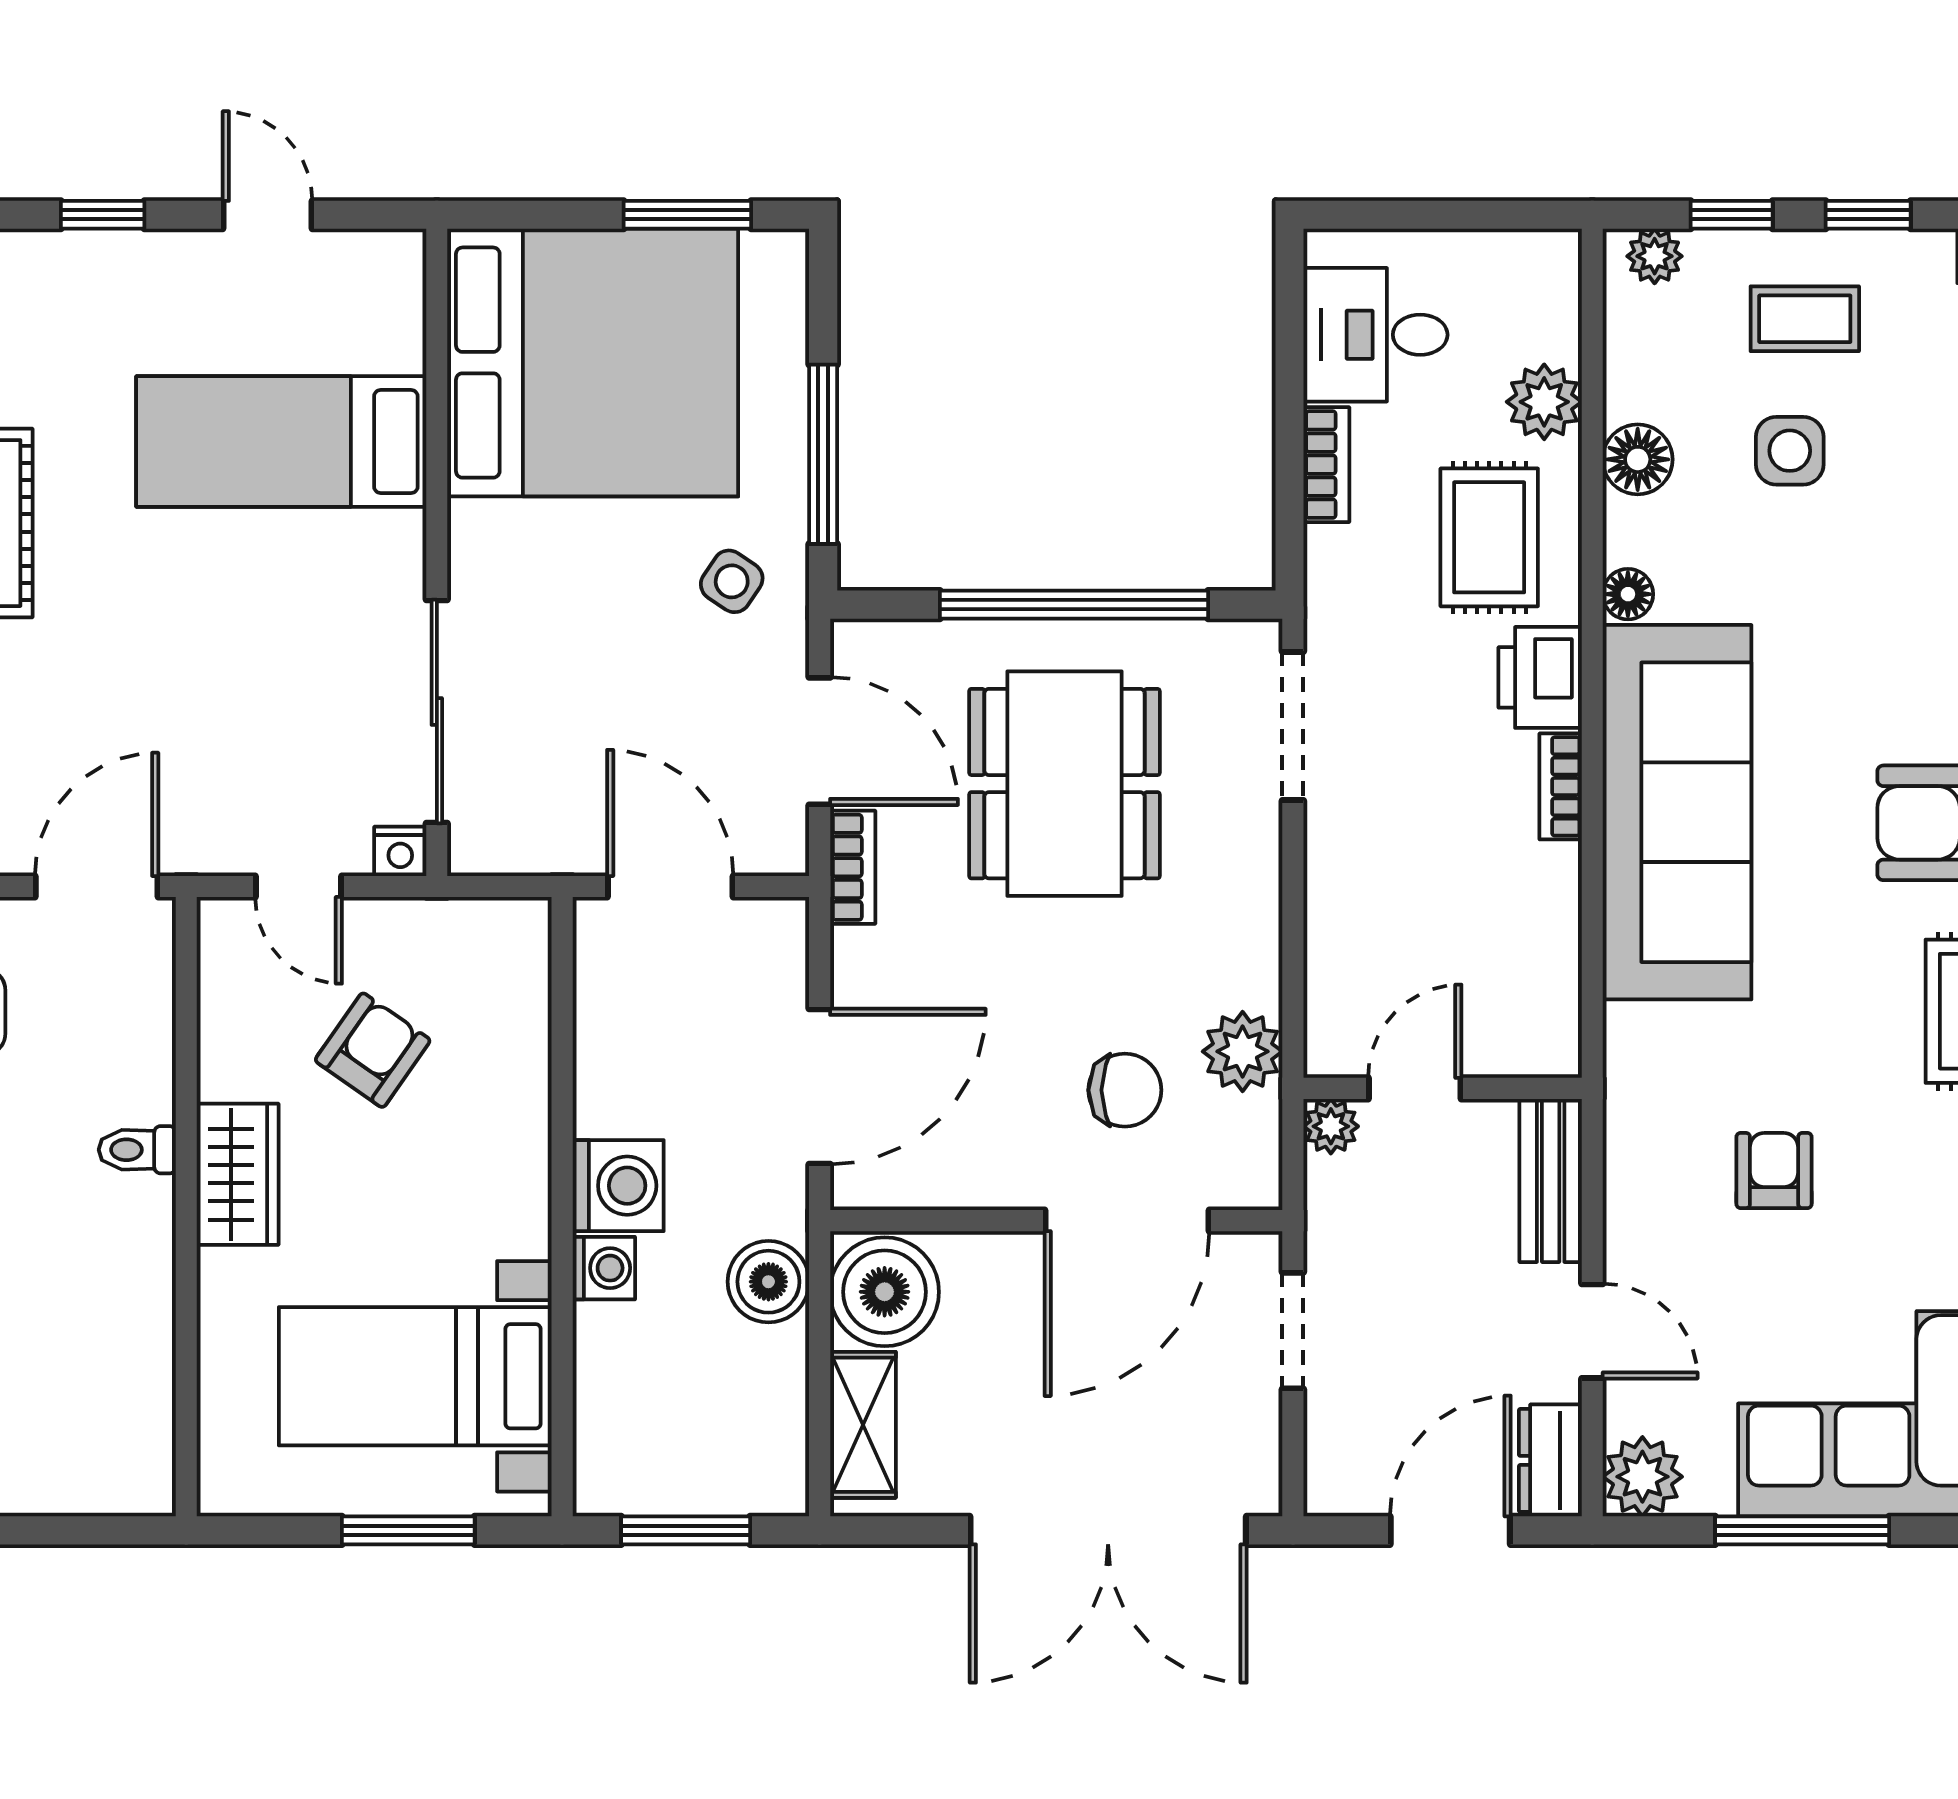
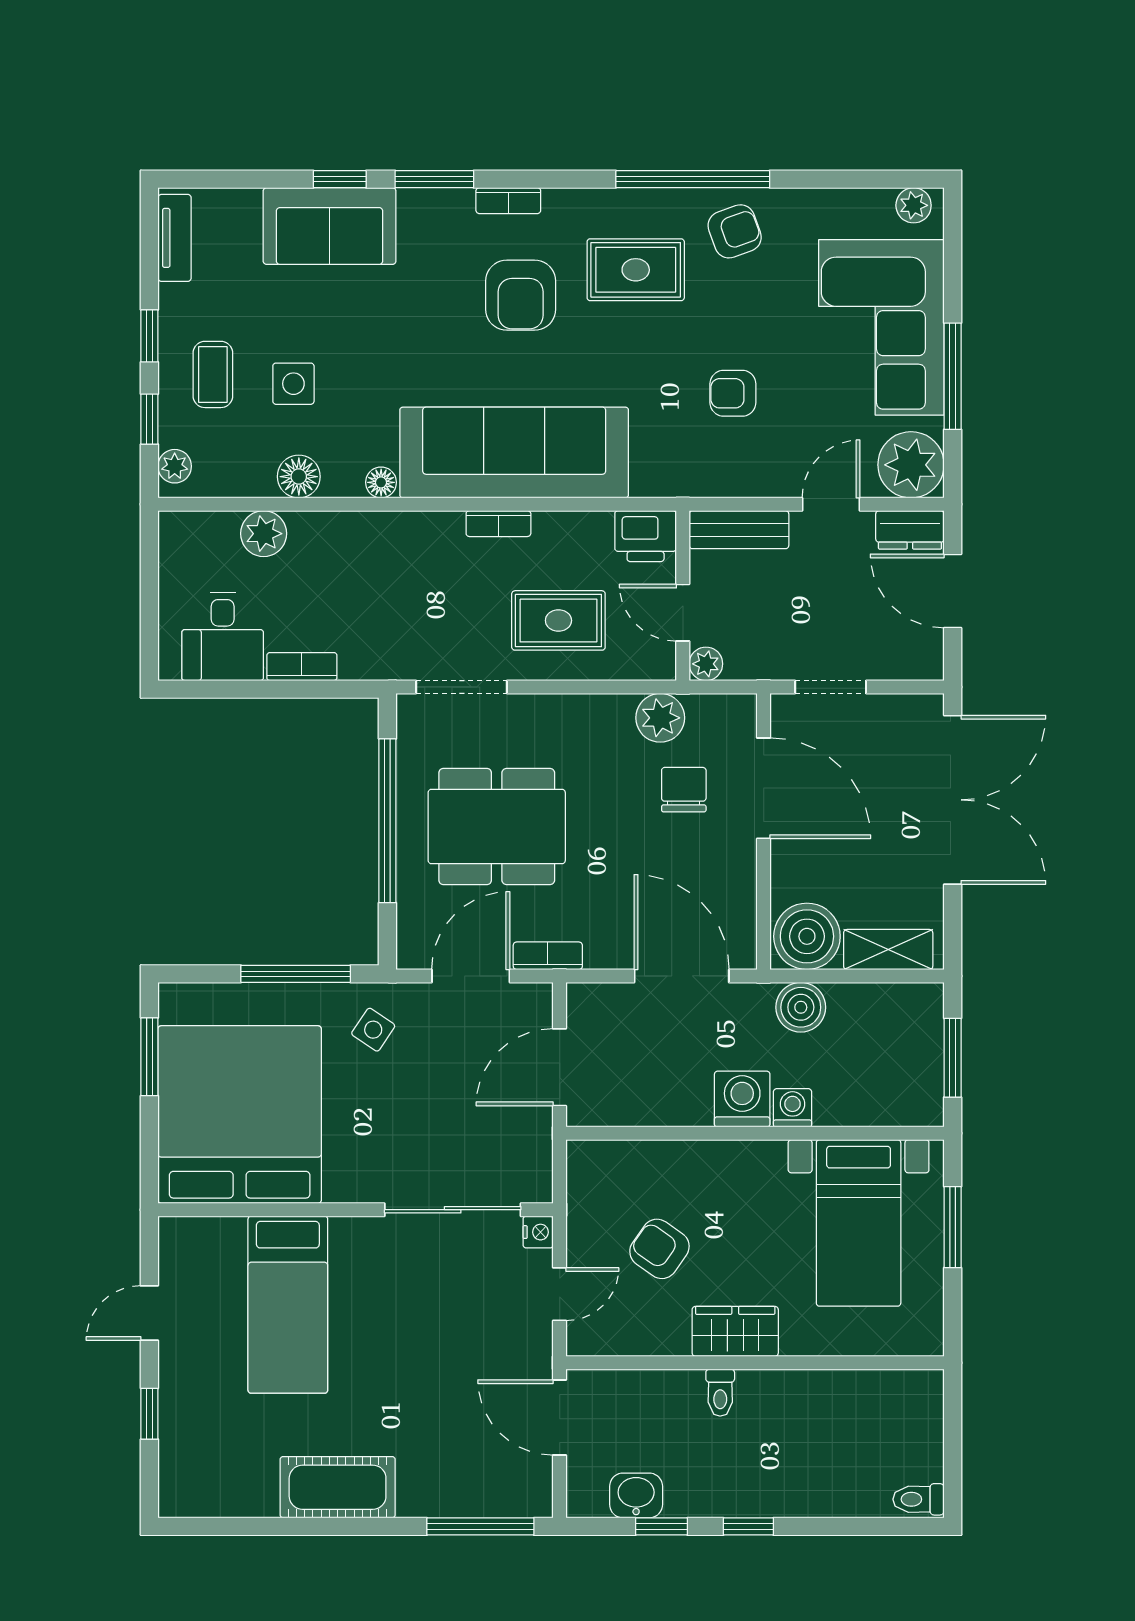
rug: (1489, 537) -> (558, 620), moved
printer: (1540, 677) -> (646, 536), moved
plant: (1642, 1477) -> (911, 465), width x1.36, depth x1.36

